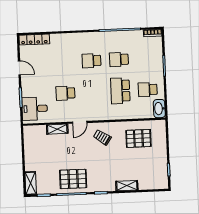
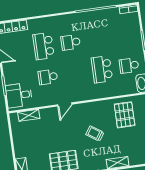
school desk: (119, 60) -> (44, 46), moved, width x1.85
shelving: (57, 129) -> (29, 115), moved
trolley: (102, 137) -> (95, 134), moved
pallet: (138, 138) -> (125, 115), turned 90

